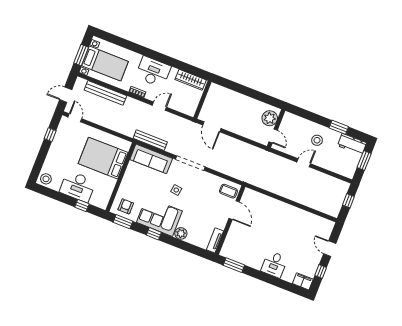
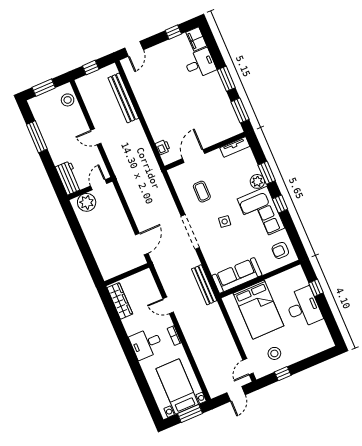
desk: (153, 72) -> (146, 344), width x0.73
bench: (105, 93) -> (123, 98), moved
door: (66, 95) -> (236, 394), hinge flipped
window: (339, 127) -> (37, 137), width x1.44
stool: (317, 140) -> (68, 100), moved
workbench: (352, 144) -> (69, 178), moved
sofa: (151, 159) -> (237, 275), moved, turned -90
stool: (46, 179) -> (274, 353), moved
coffee table: (228, 191) -> (202, 192), moved
printer: (258, 197) -> (163, 147), added
window: (123, 222) -> (267, 173), moved
door: (330, 249) -> (134, 49), moved
desk: (274, 264) -> (200, 64), moved
window: (261, 276) -> (226, 79), added

